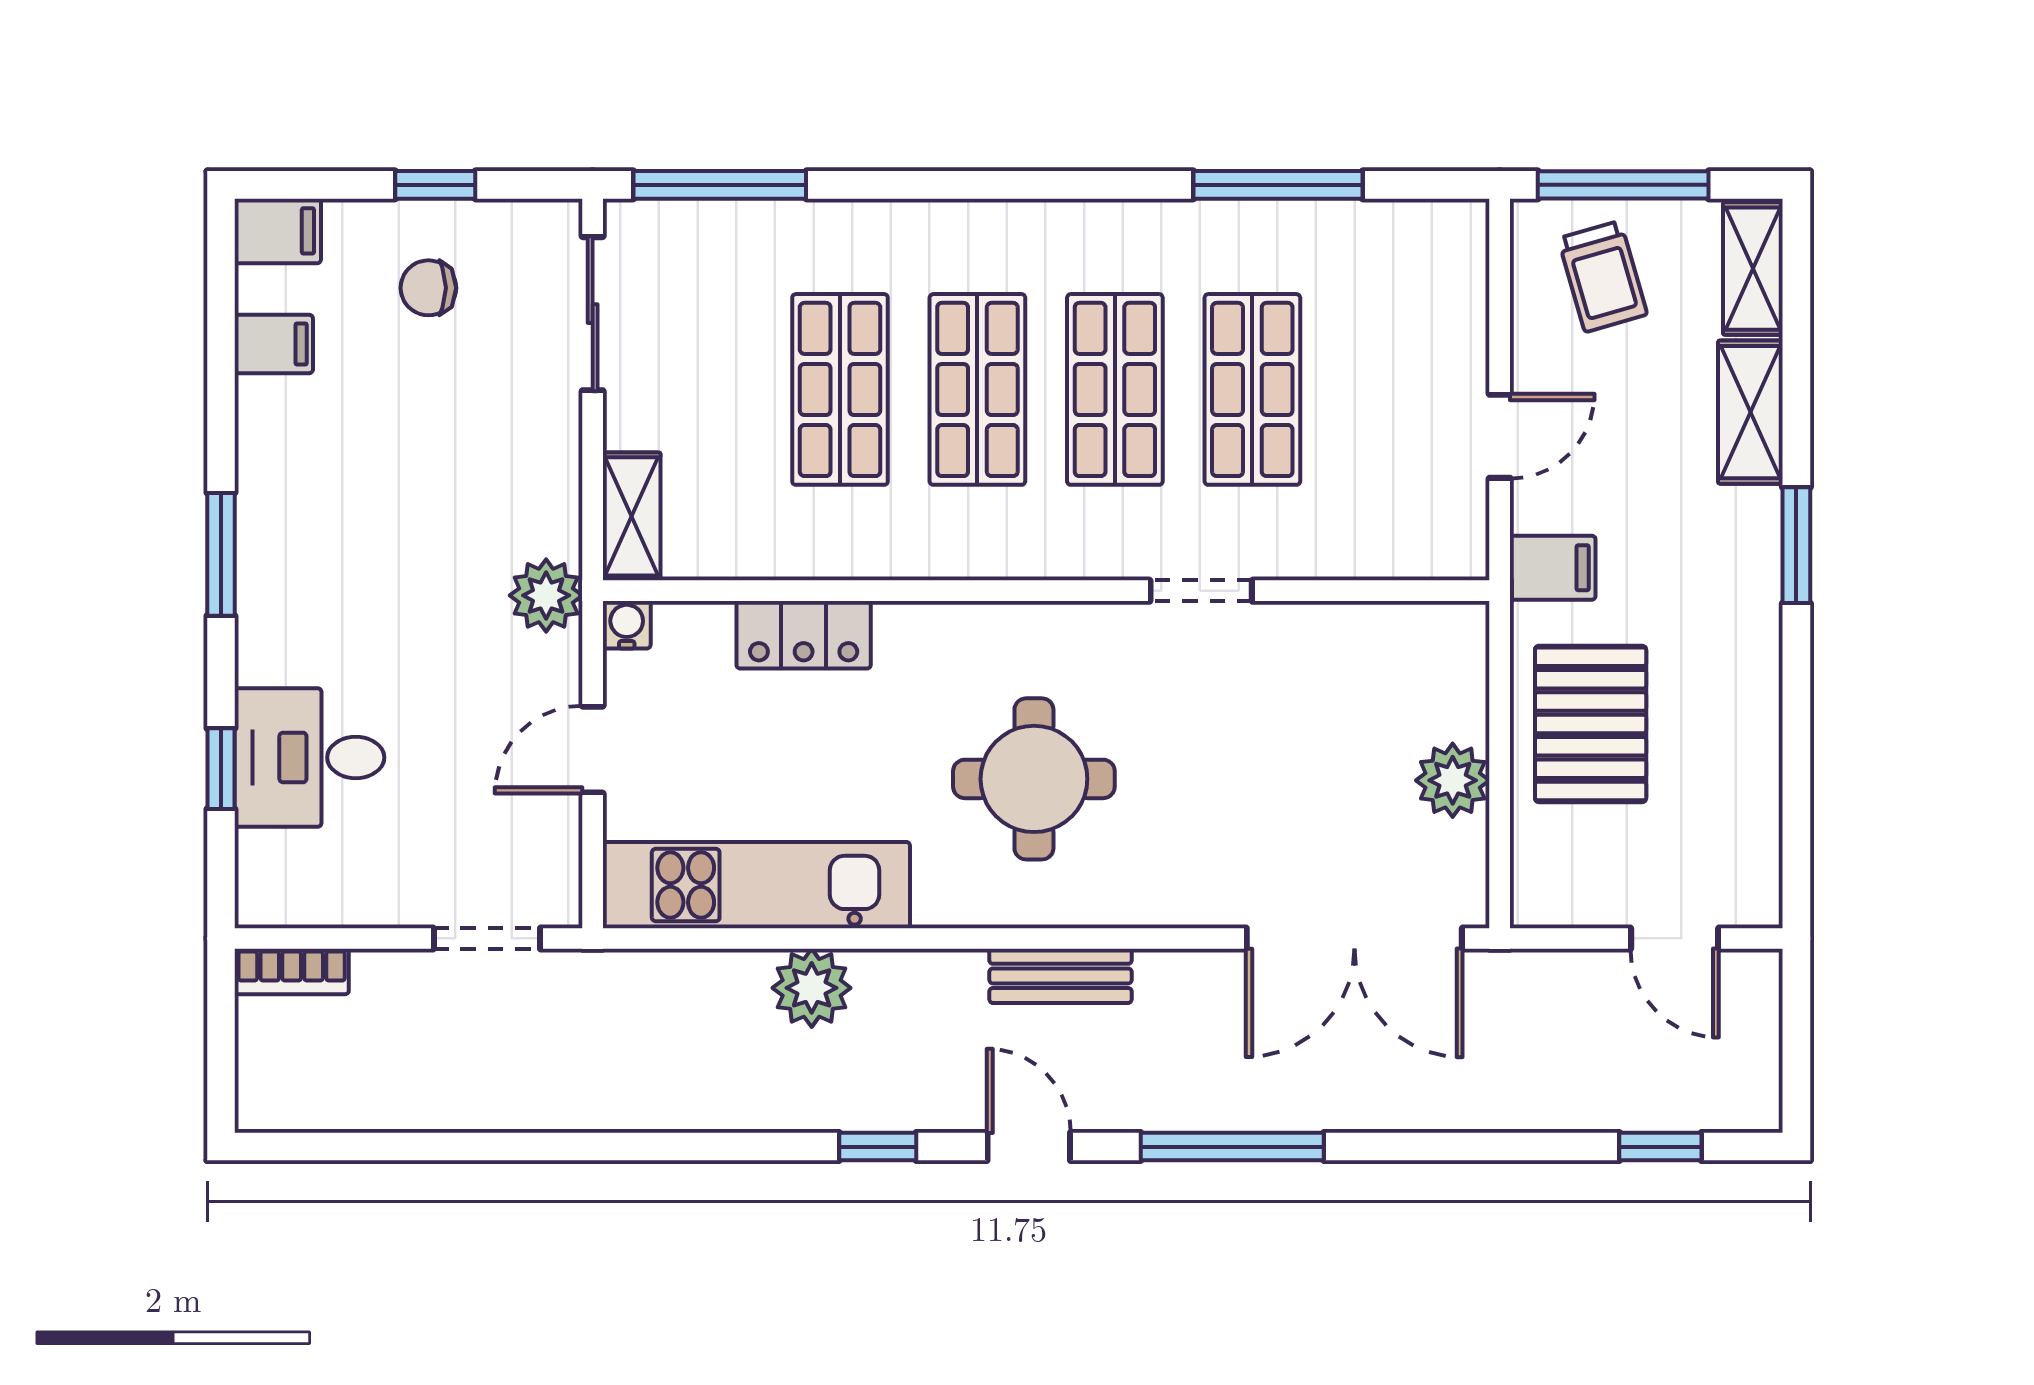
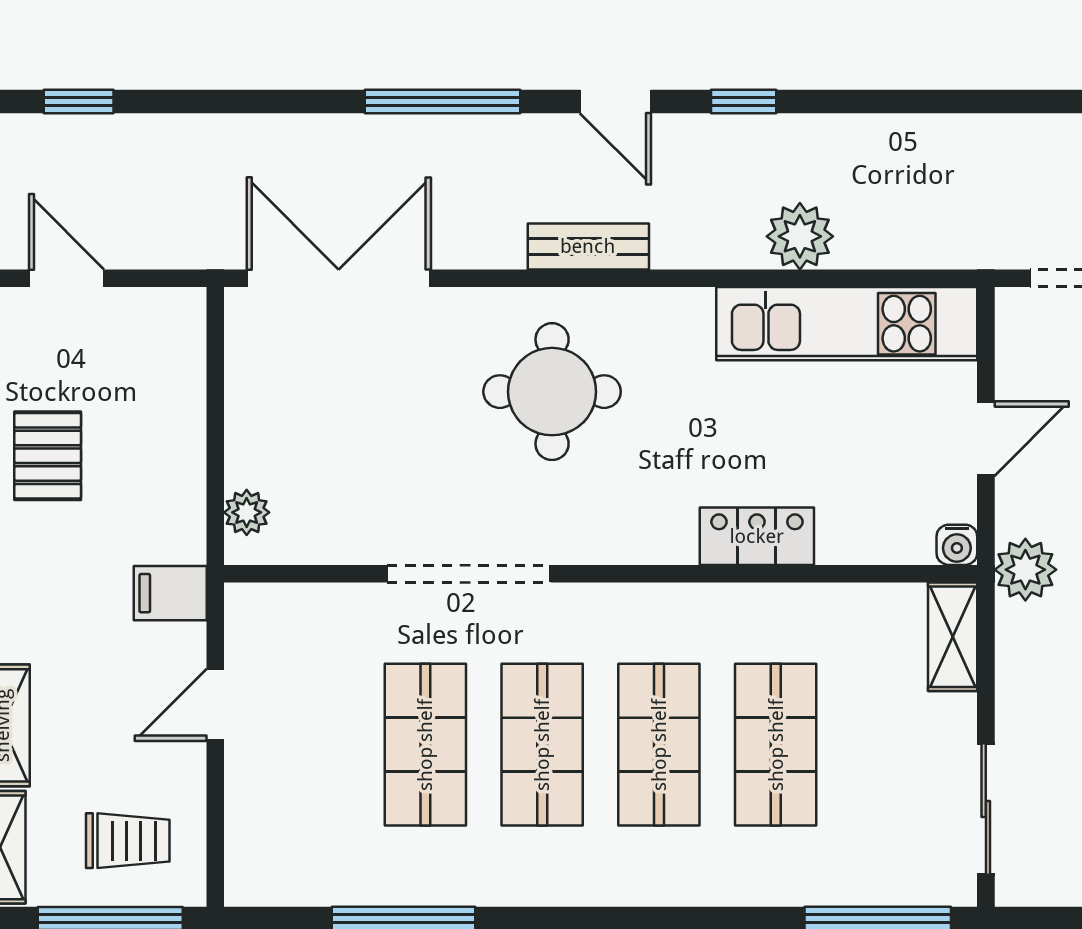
trolley: (1603, 276) -> (128, 841), turned 106
doorway: (1201, 591) -> (469, 574), width x1.88
locker: (804, 635) -> (757, 536), moved
pallet: (1591, 724) -> (48, 456), moved, width x0.67, depth x0.71
round table: (1034, 779) -> (552, 392), moved
plant: (1453, 780) -> (247, 512), moved, width x0.73, depth x0.73

